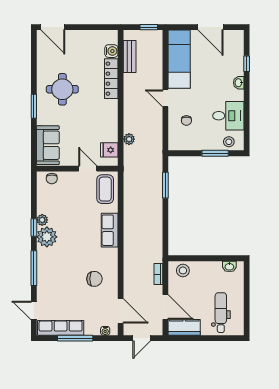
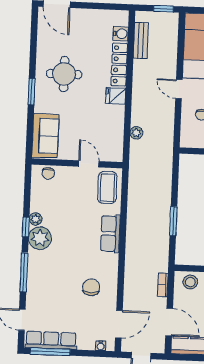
fridge: (109, 150) -> (116, 96), moved
window: (165, 185) -> (173, 221), moved
chair: (94, 279) -> (91, 287), turned -90
door: (121, 311) -> (119, 324), hinge flipped
window: (75, 338) -> (50, 352), moved

